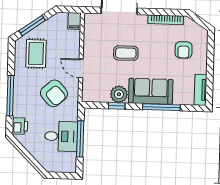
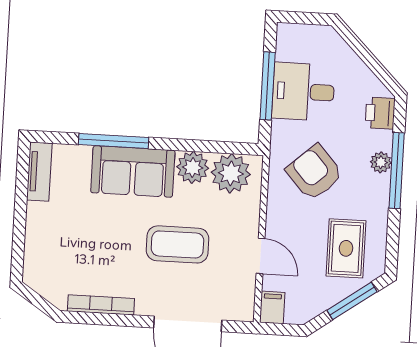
armchair: (184, 50) -> (69, 247), removed
coffee table: (126, 53) -> (177, 244), width x1.36, depth x1.30
door: (81, 68) -> (261, 256), moved
plant: (99, 92) -> (231, 173), added
plant: (19, 100) -> (381, 162), added
window: (117, 106) -> (197, 146), removed

